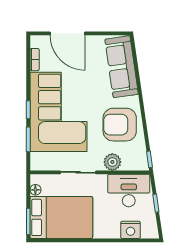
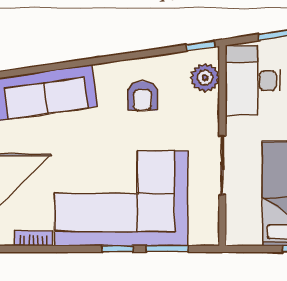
armchair: (120, 125) -> (142, 96), width x0.53, depth x0.53
plant: (112, 162) -> (205, 78), moved
floor lamp: (35, 190) -> (252, 237), removed

